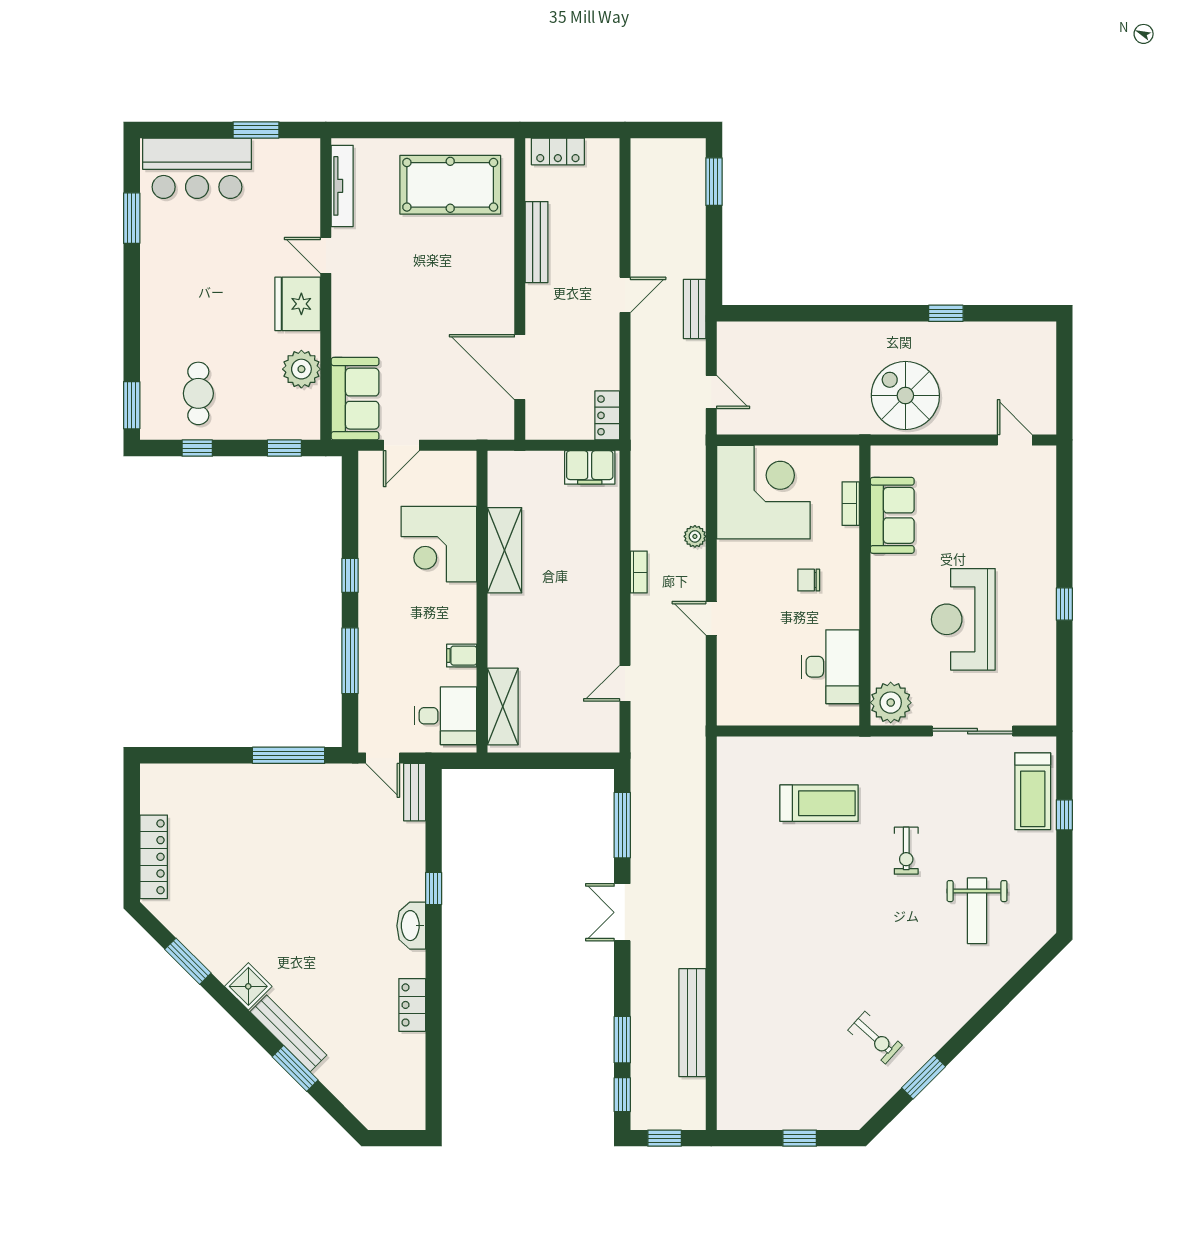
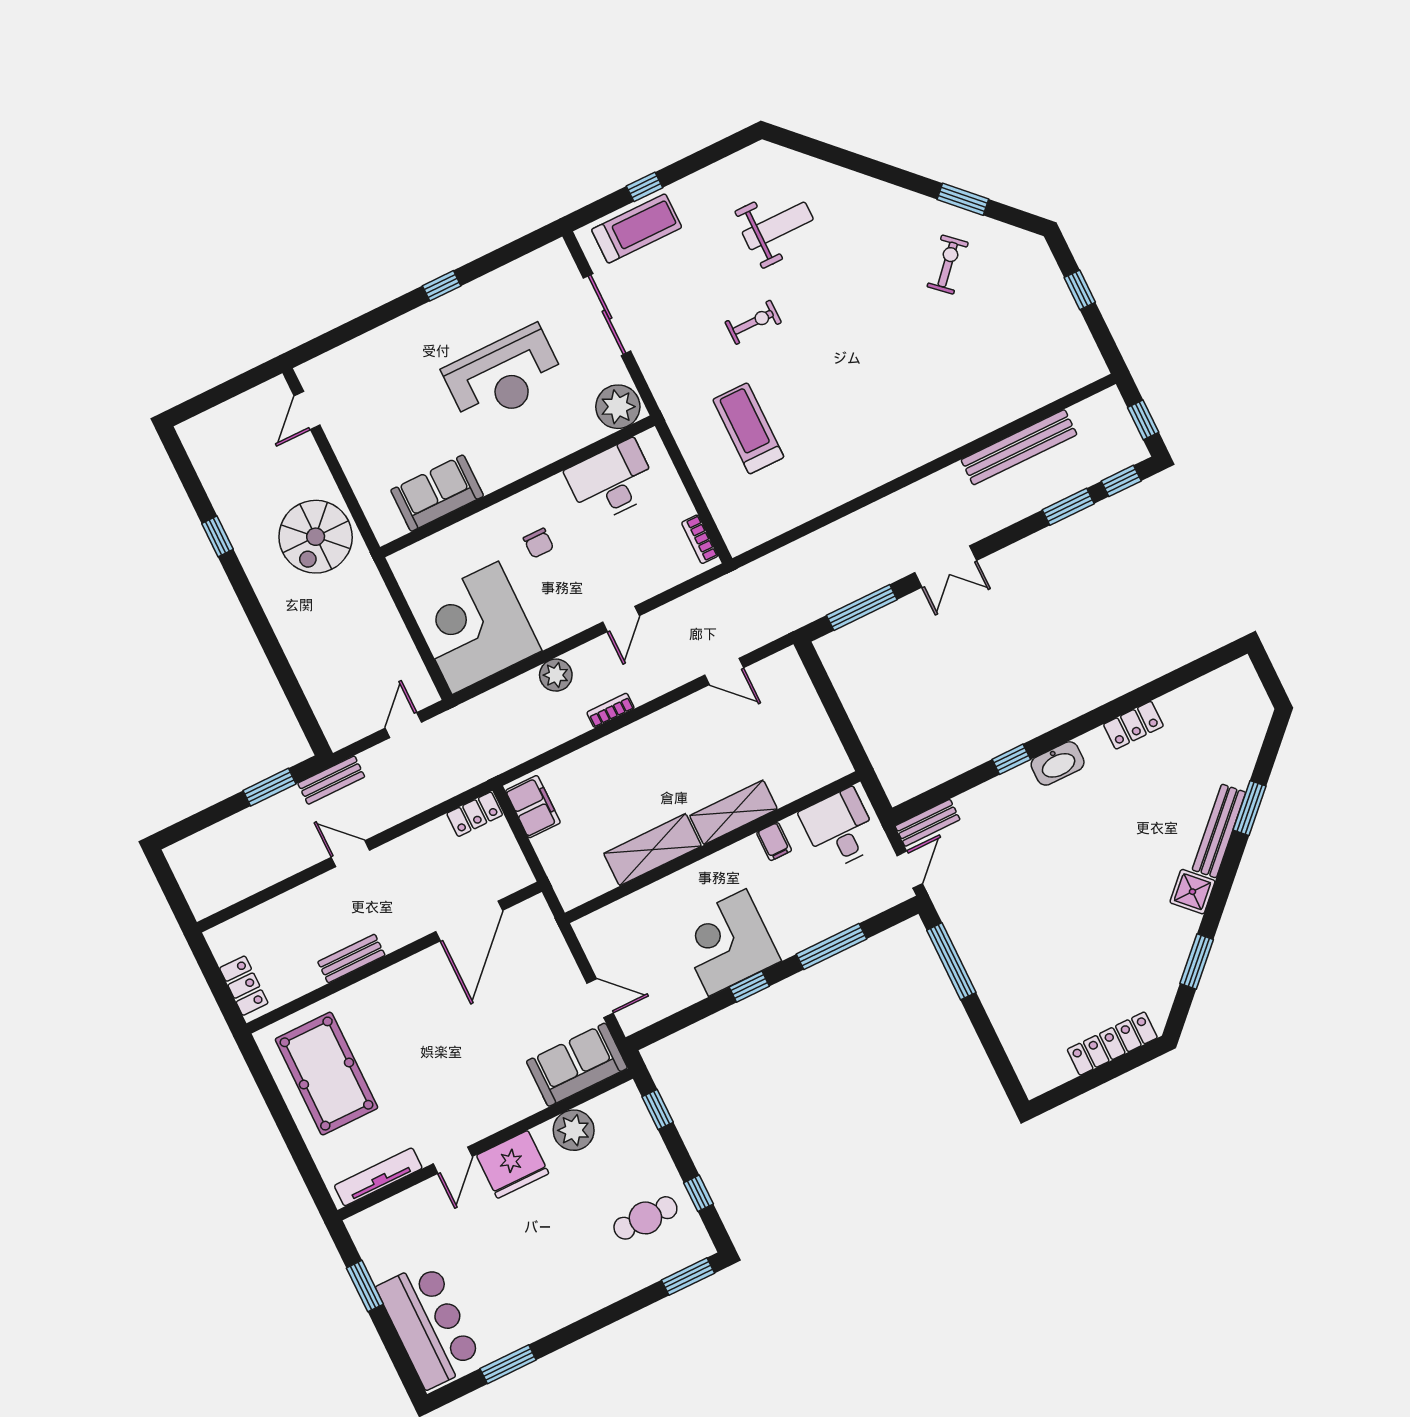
window: (714, 182) -> (270, 787), moved
bench: (537, 242) -> (351, 958), width x0.73
bookcase: (851, 504) -> (700, 539), moved, turned 90
plant: (695, 536) -> (556, 675), width x1.38, depth x1.38
corner desk: (439, 544) -> (727, 943), moved, turned 180
shelving: (503, 706) -> (733, 812), moved

